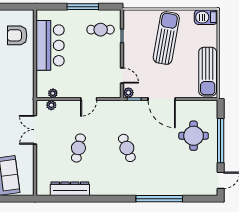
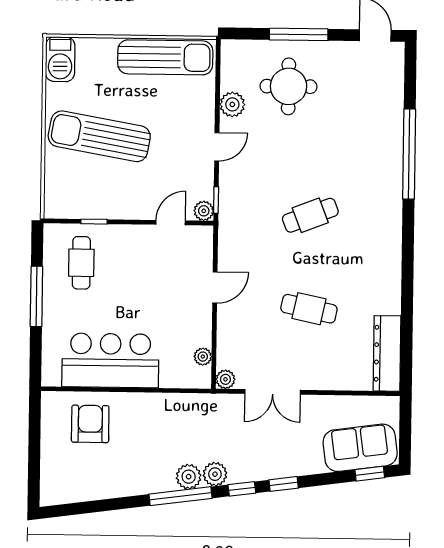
armchair: (17, 35) -> (90, 424), turned 180
door: (89, 99) -> (215, 288), hinge flipped
door: (162, 99) -> (217, 147), width x0.53
plant: (51, 105) -> (225, 379), moved
plant: (184, 107) -> (232, 104), added
window: (221, 141) -> (299, 34), width x0.68
dresser: (70, 189) -> (387, 353), moved

